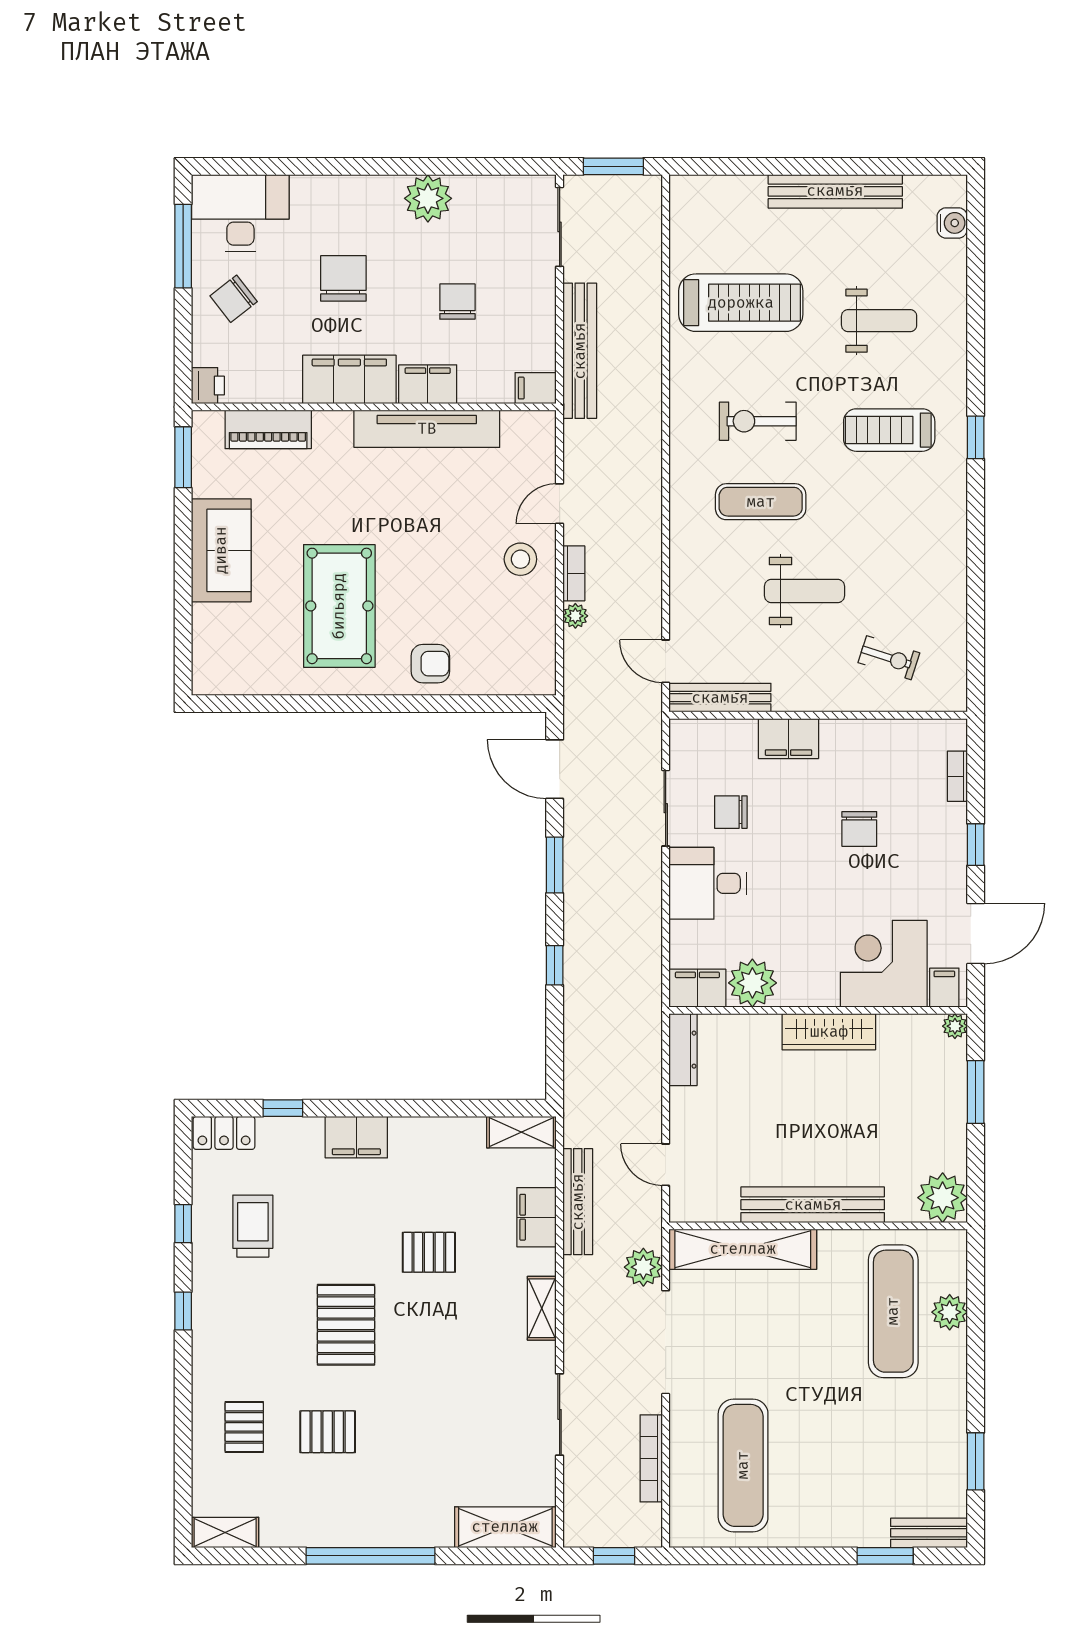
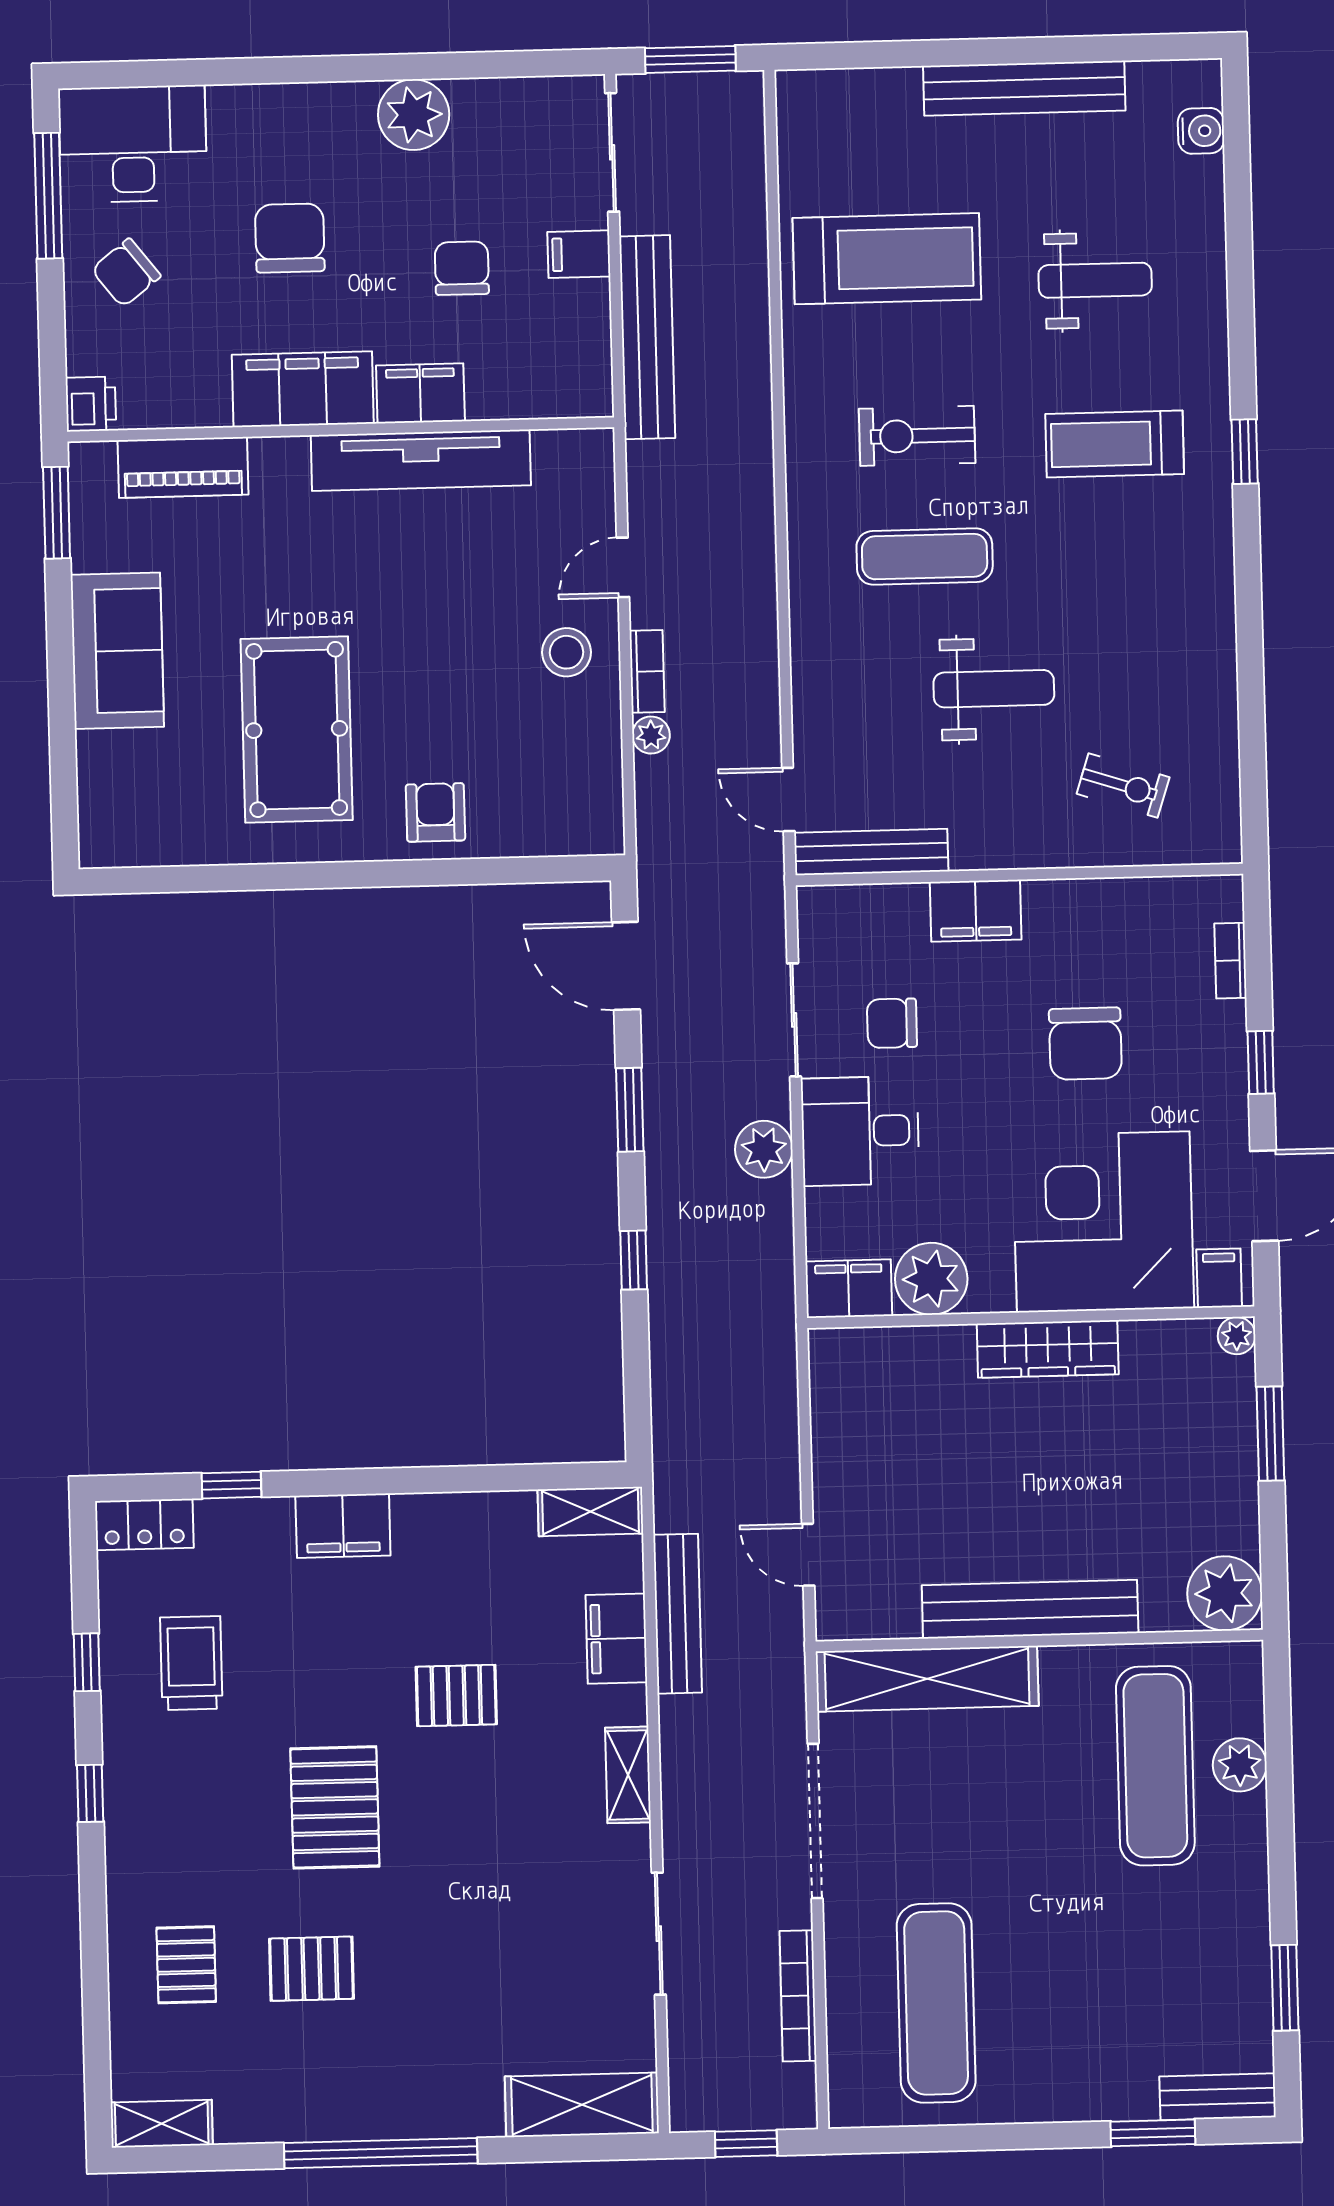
filing cabinet: (536, 388) -> (579, 254), moved
armchair: (430, 664) -> (435, 812), turned -90
chair: (859, 829) -> (1085, 1044), width x1.37, depth x1.37
corner desk: (884, 964) -> (1103, 1222), width x1.36, depth x1.36
dresser: (683, 1050) -> (830, 1381), removed
plant: (643, 1267) -> (764, 1149), moved

